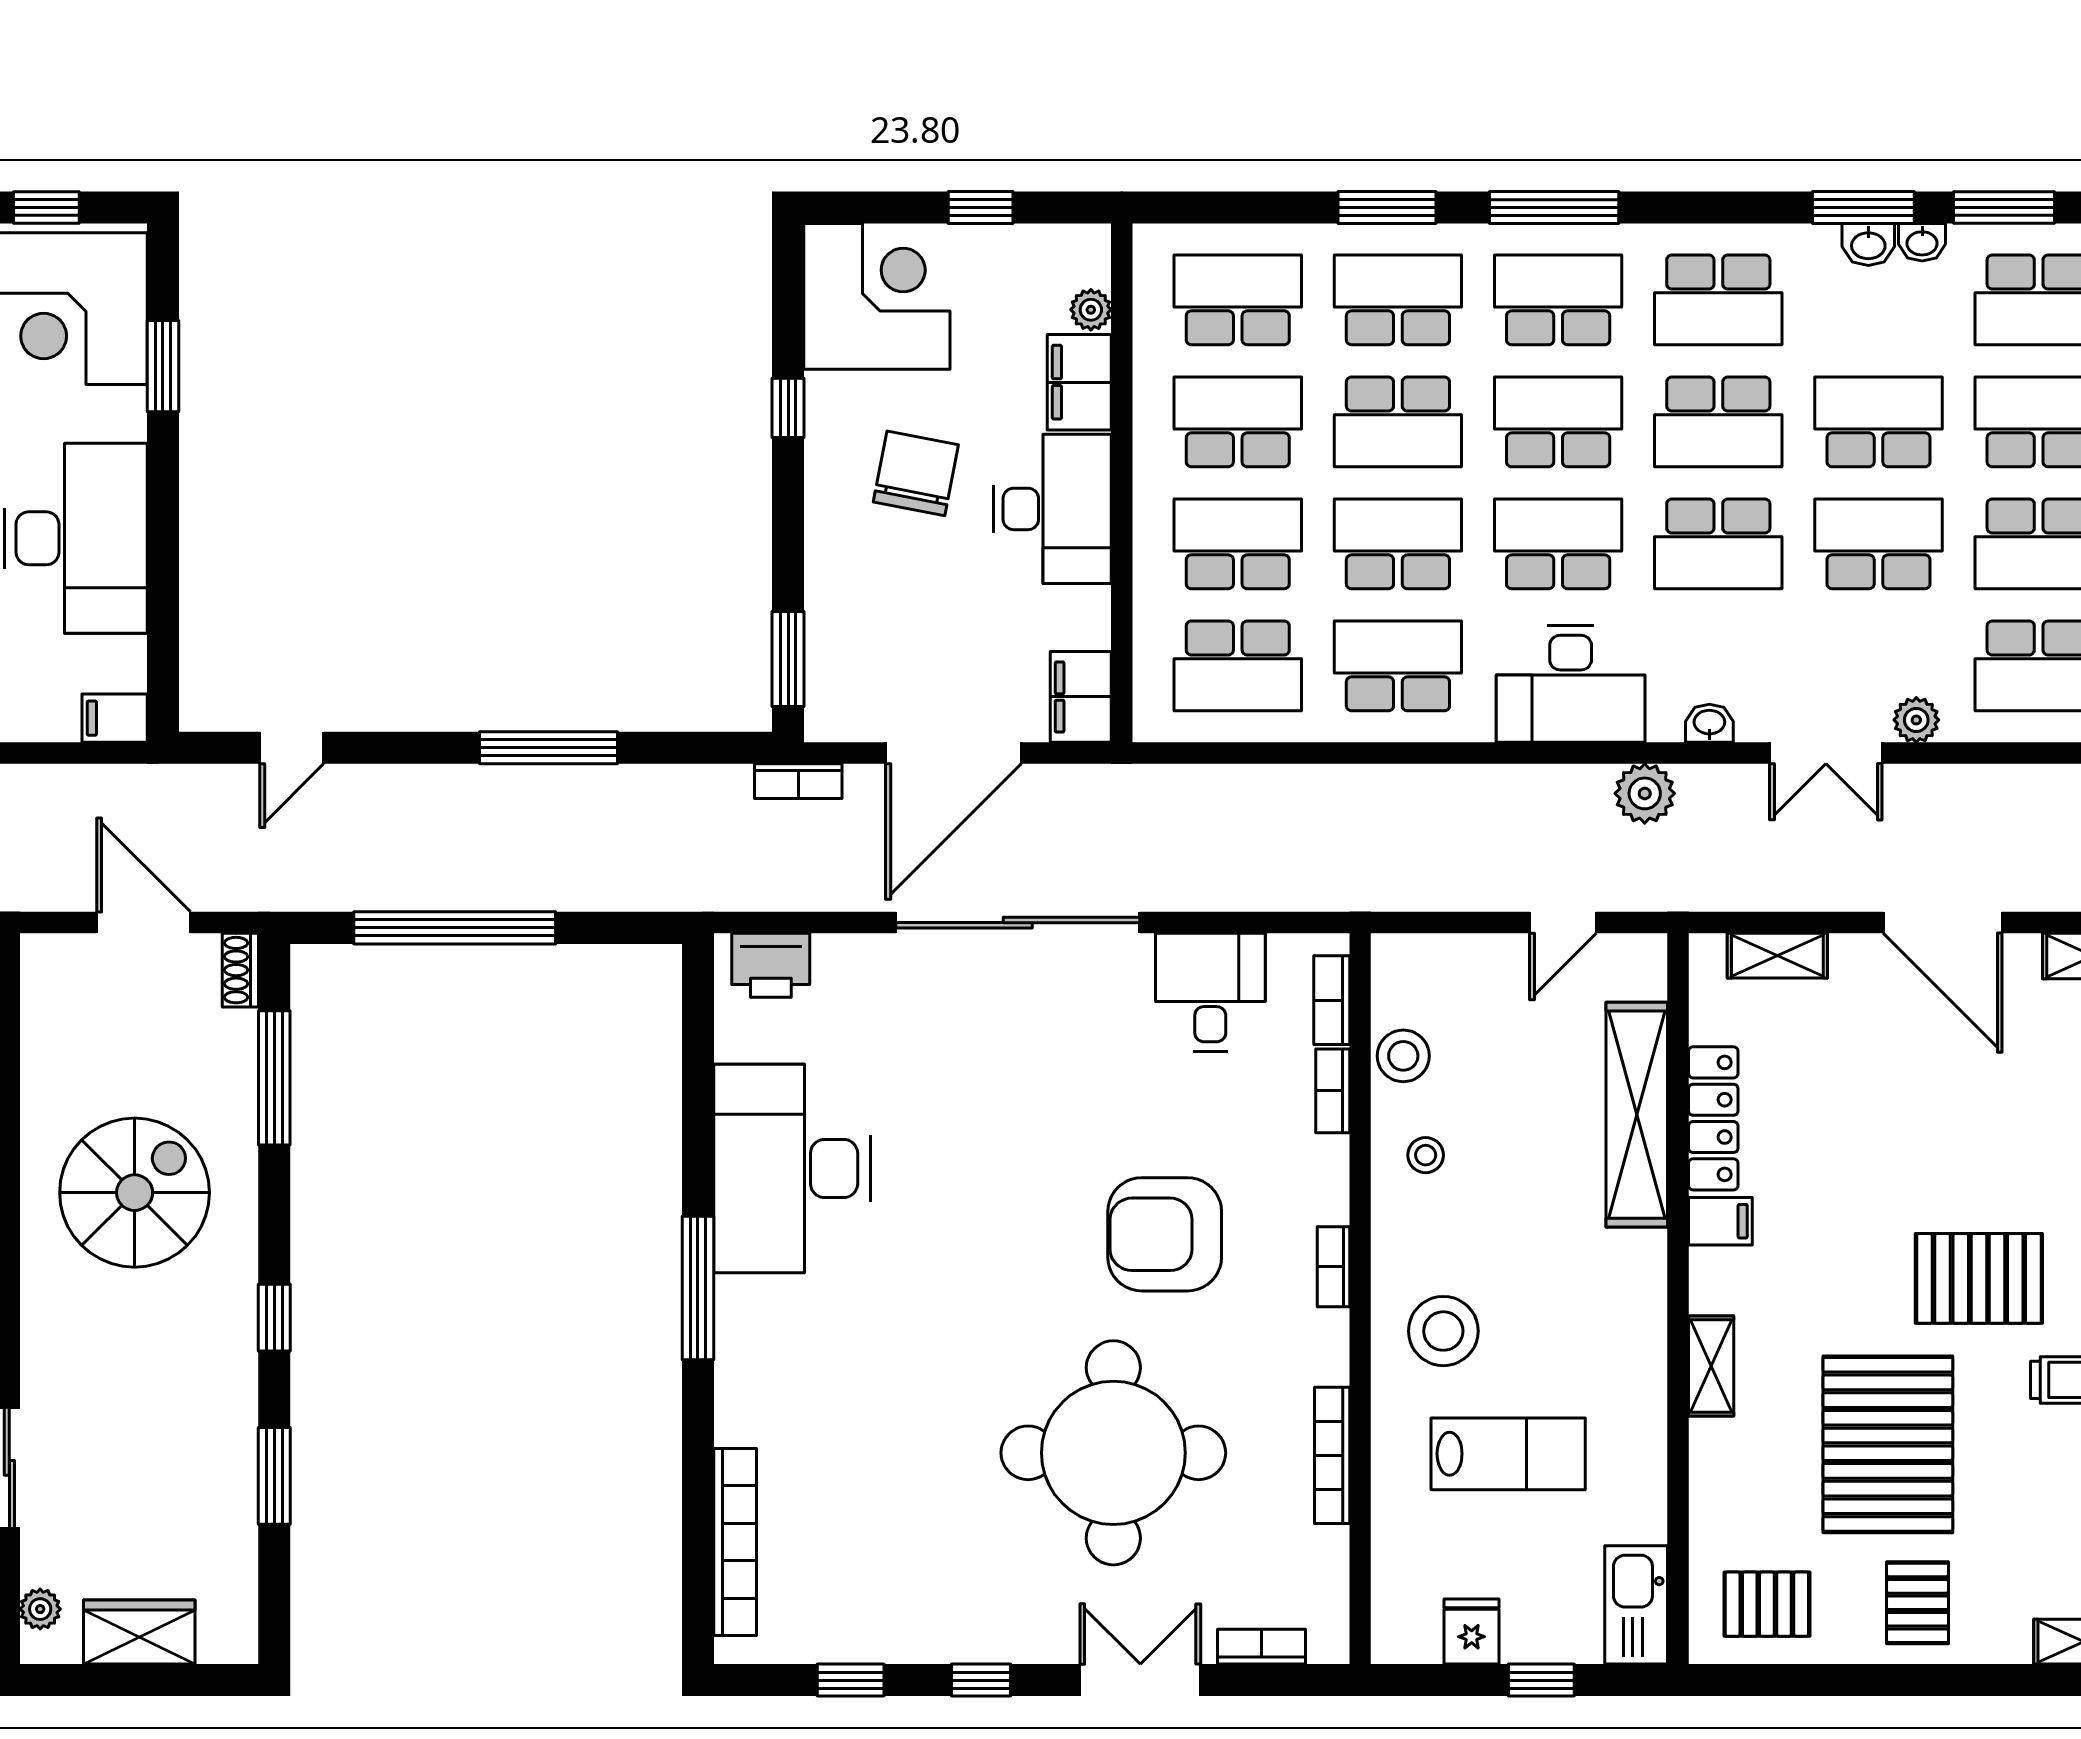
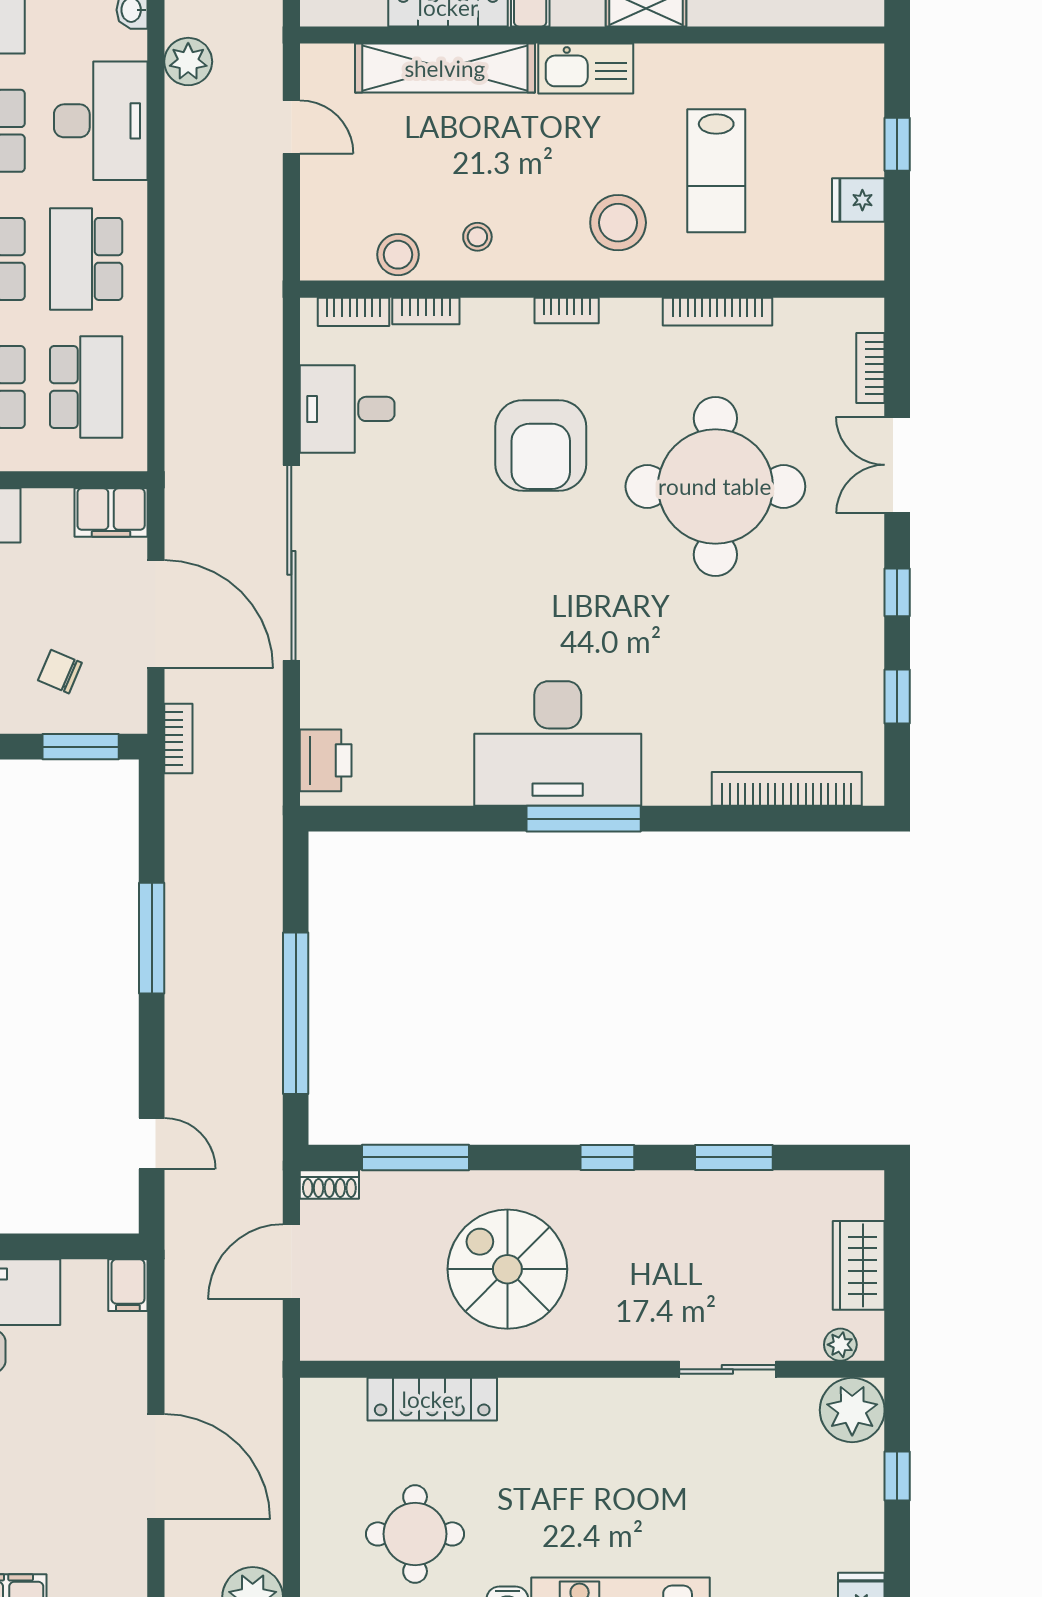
chair: (882, 633) -> (60, 672), added
desk: (792, 1169) -> (558, 743), moved
lab bench: (1508, 1454) -> (716, 171), turned 180
kitchen sink: (1636, 1605) -> (586, 68), moved

